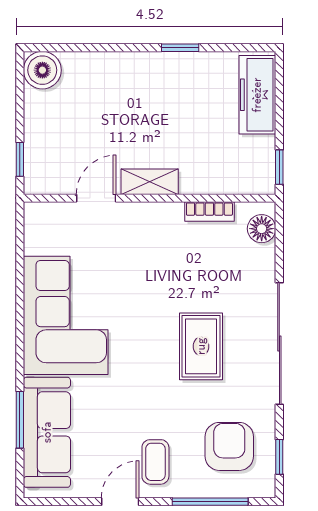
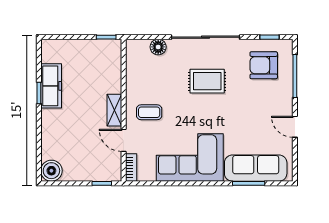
freezer: (257, 95) -> (51, 86), moved, turned -90
bookcase: (209, 211) -> (131, 167), moved
floor lamp: (262, 229) -> (158, 47), moved
coffee table: (155, 462) -> (149, 112), moved

